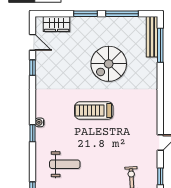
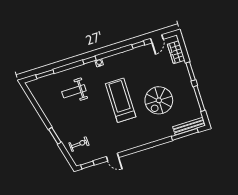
spiral stairs: (109, 64) -> (159, 100), turned -90
treadmill: (94, 111) -> (121, 100), width x1.37, depth x1.38
weight bench: (65, 164) -> (74, 91), turned 90

